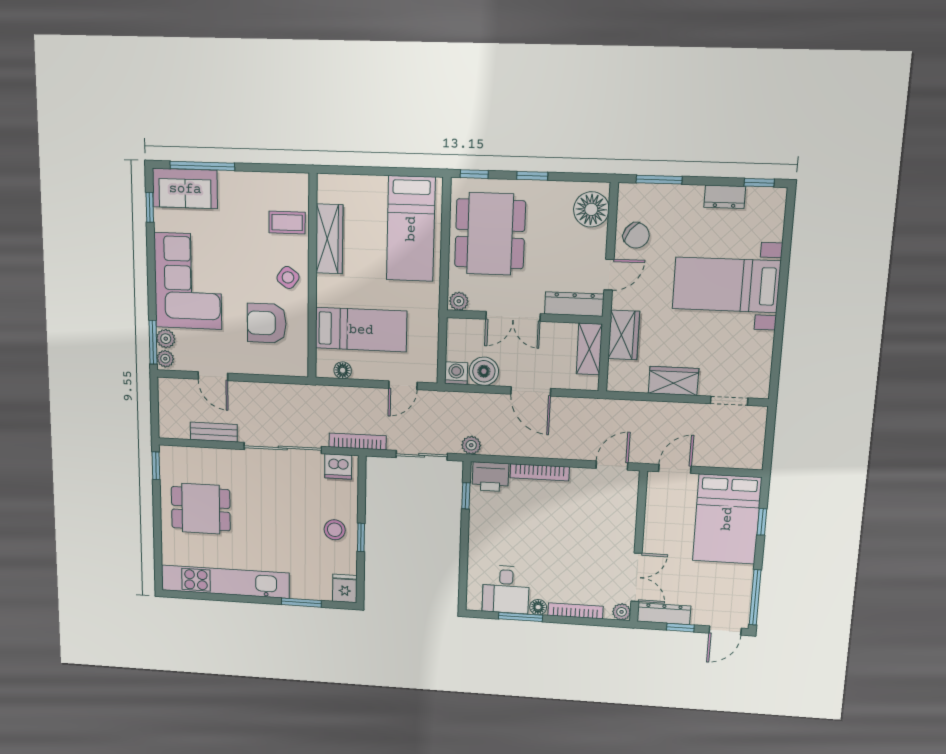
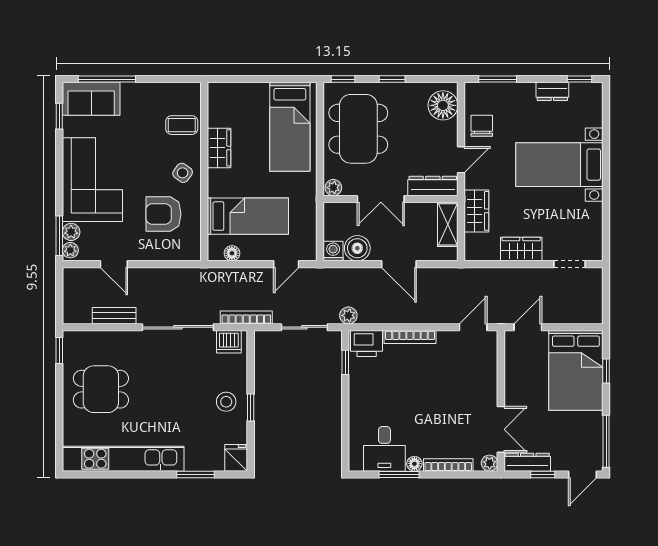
chair: (636, 235) -> (482, 126), turned -126
wardrobe: (329, 239) -> (219, 148), width x0.67

